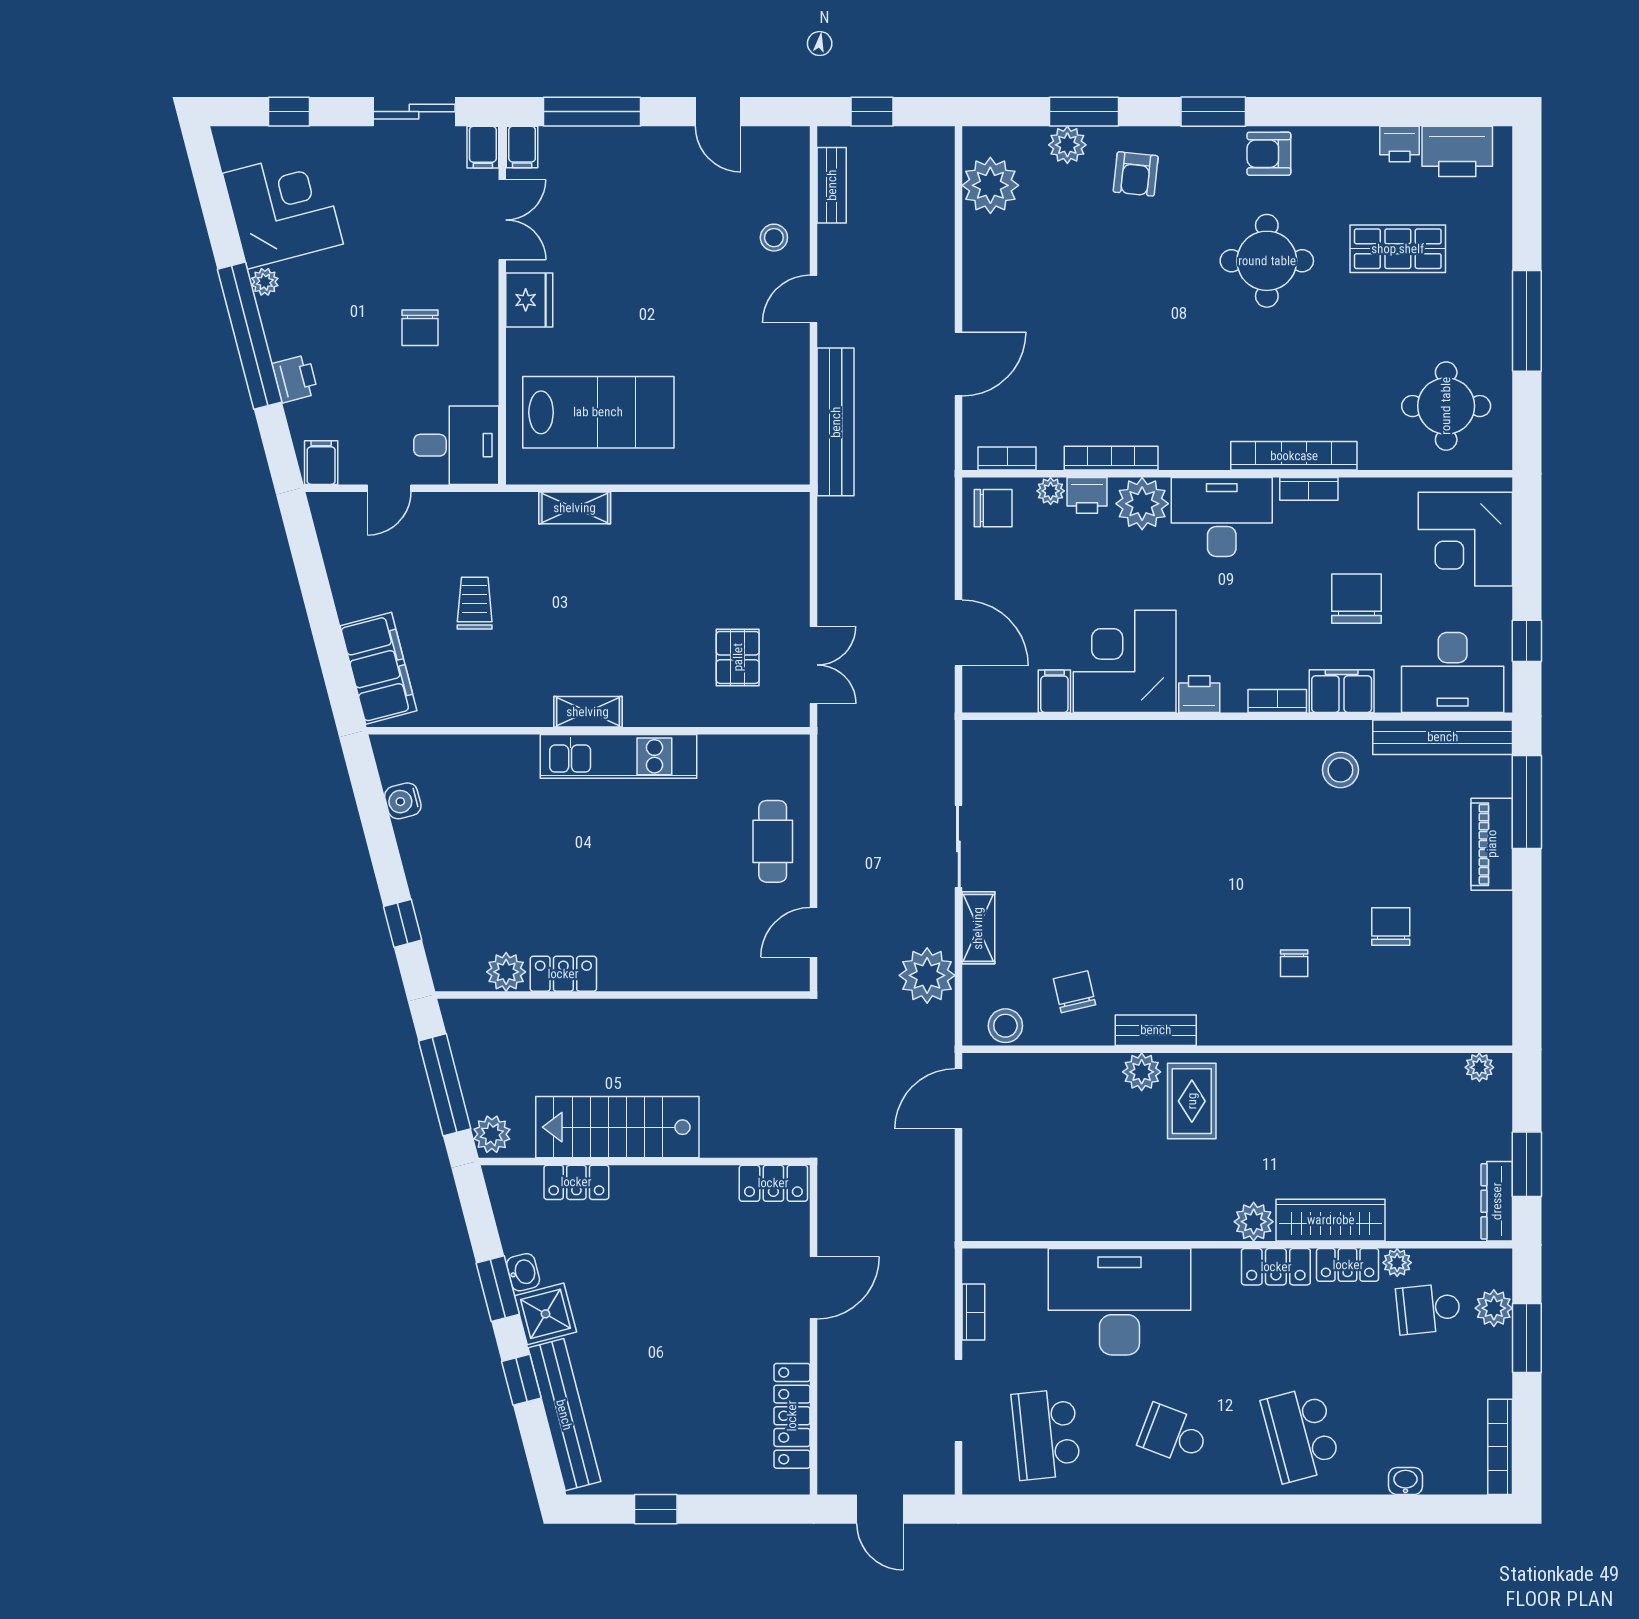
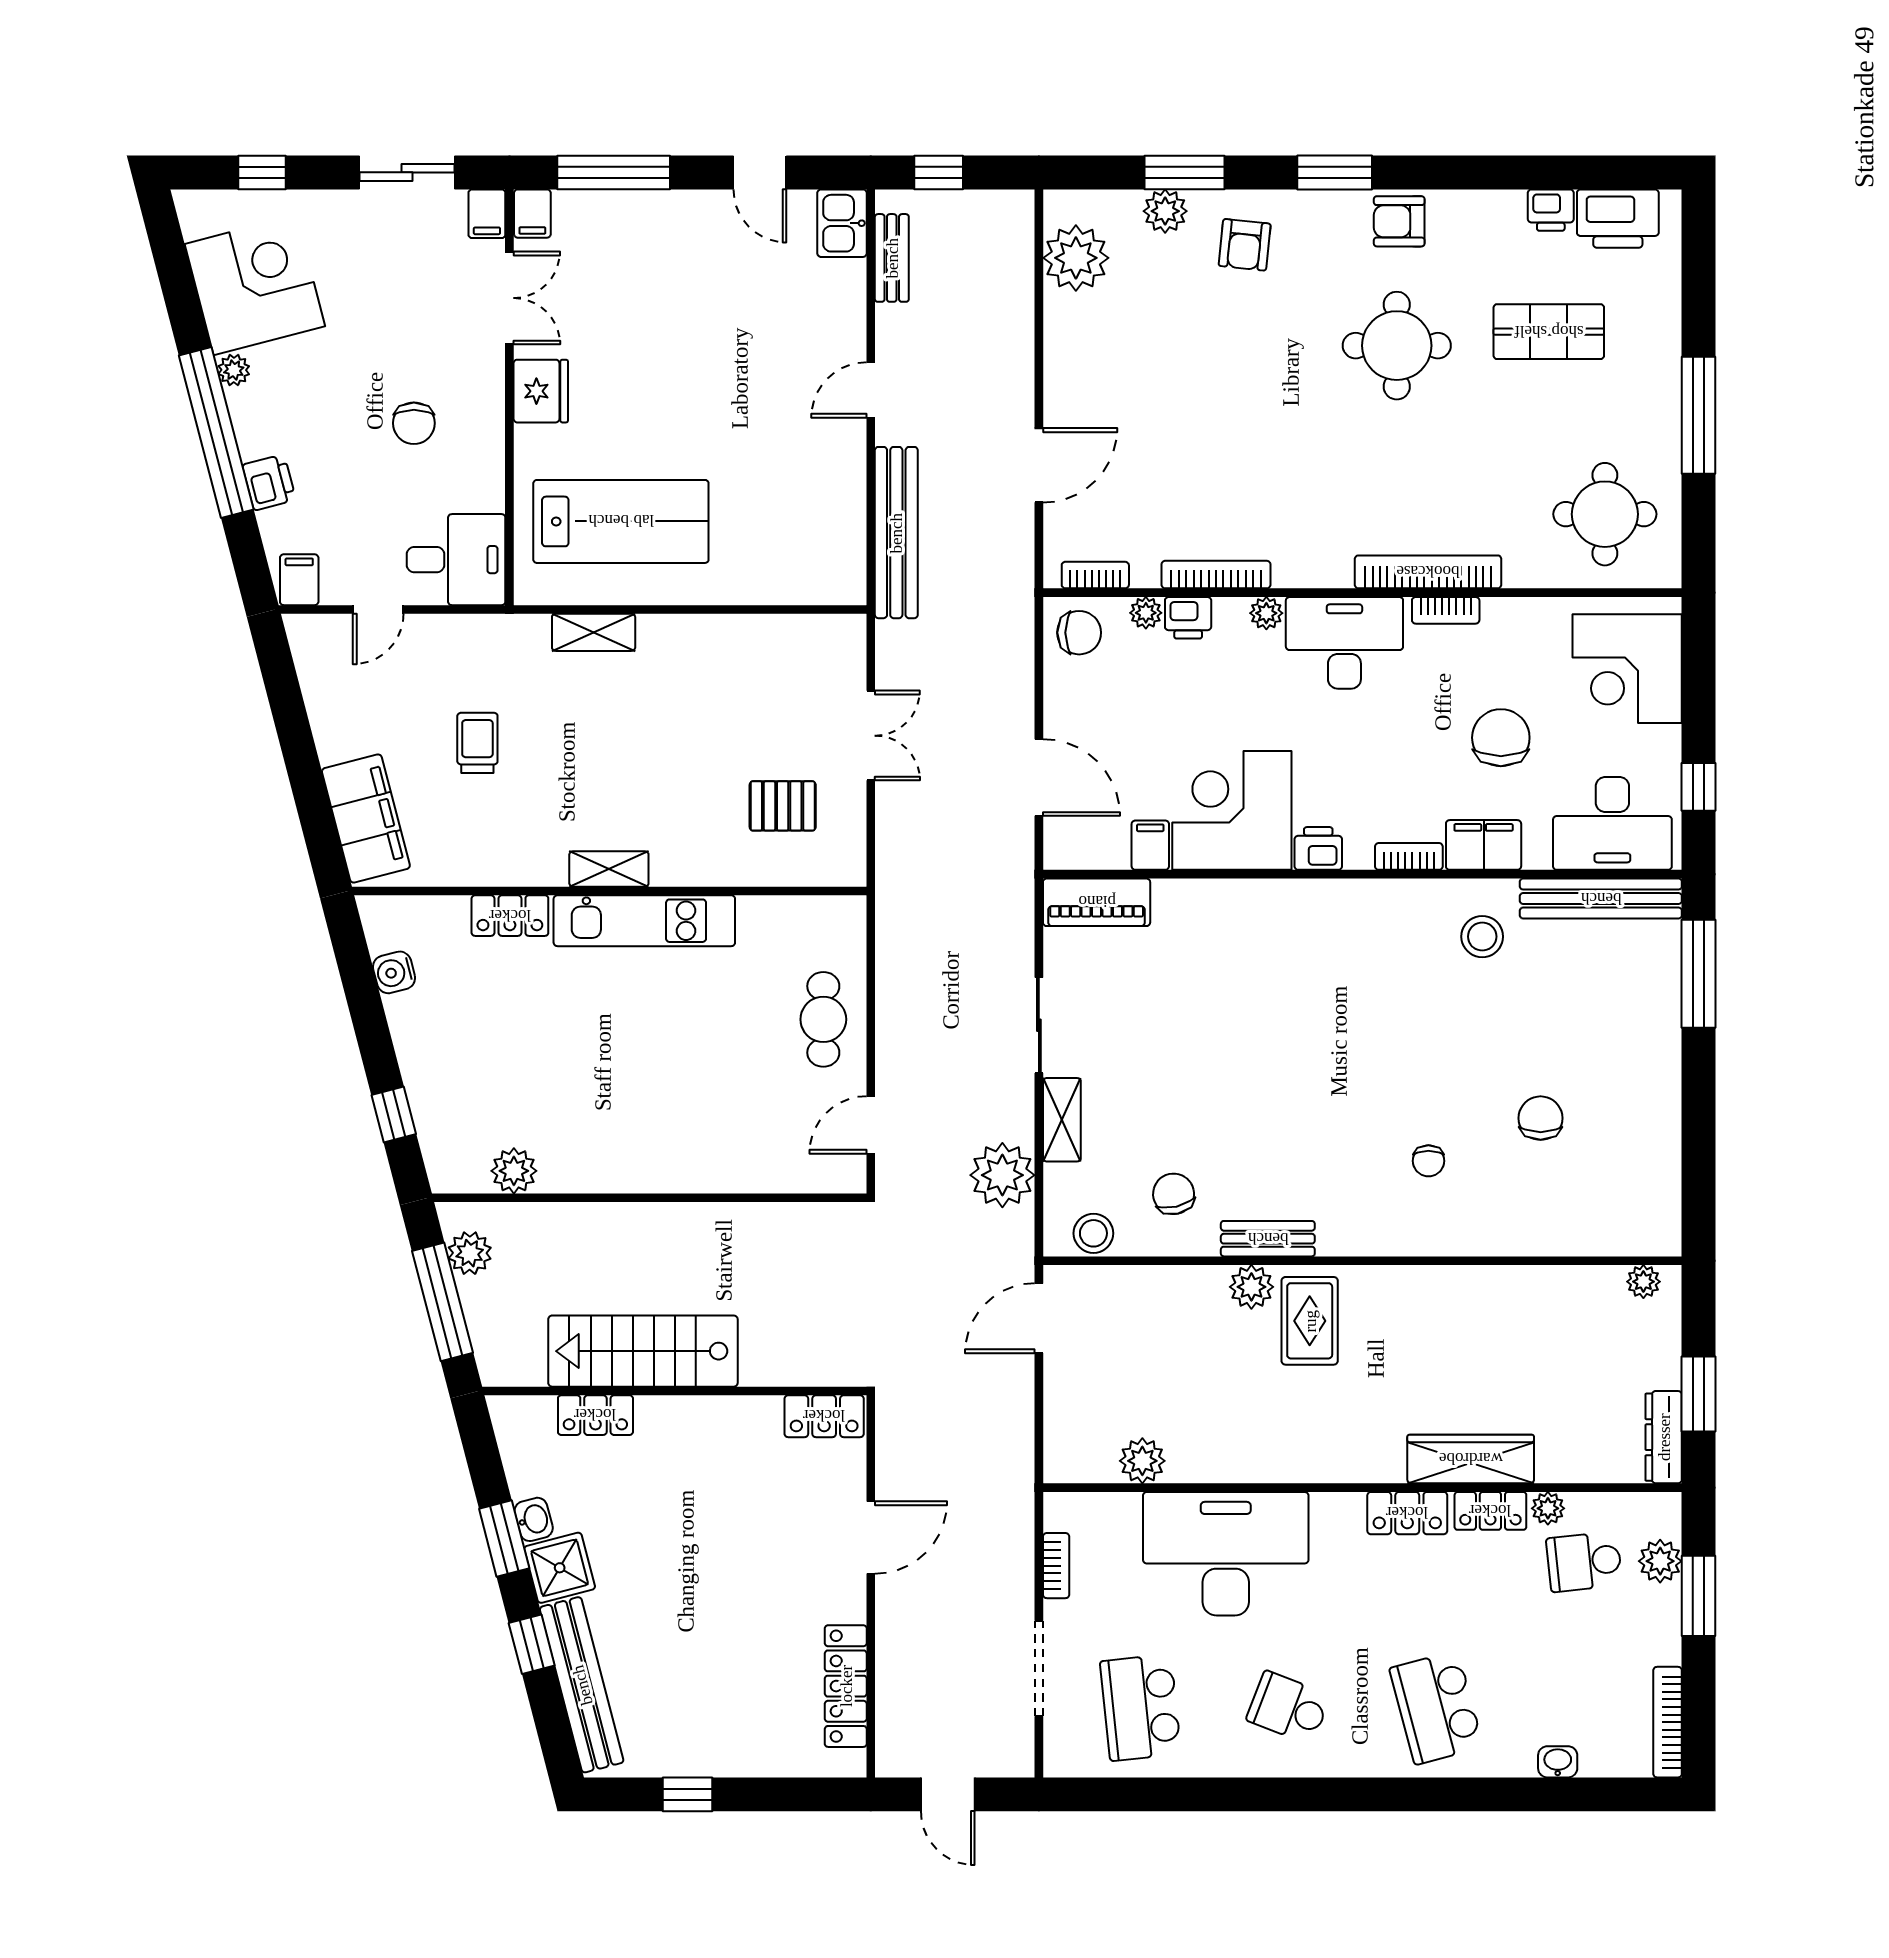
kitchen sink: (789, 155) -> (842, 223), added
stool: (774, 238) -> (825, 319), removed
plant: (1142, 504) -> (1266, 613), width x0.53, depth x0.53
pallet: (738, 657) -> (783, 806), turned 90
double door: (814, 665) -> (871, 736), moved
piano: (1492, 844) -> (1097, 902), moved, turned -90
locker: (563, 974) -> (510, 916), moved, turned 180
plant: (492, 1134) -> (470, 1253), moved
plant: (1254, 1222) -> (1142, 1461), moved

